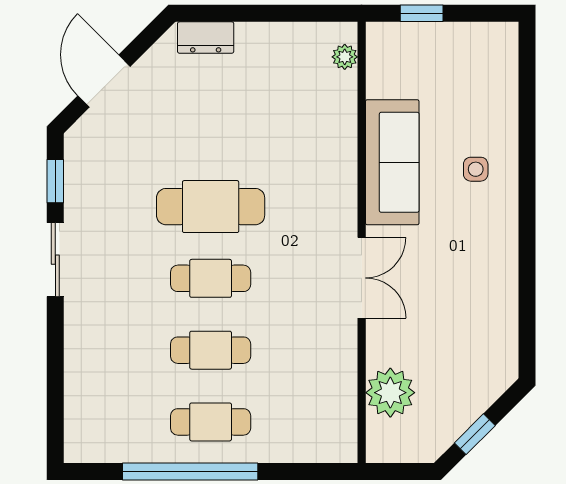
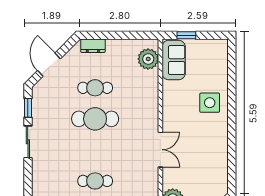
plant: (345, 57) -> (148, 59), width x1.88, depth x1.88
sofa: (392, 162) -> (174, 60), moved, width x0.73
side table: (476, 169) -> (210, 103), width x1.87, depth x1.87
cafe table: (211, 278) -> (95, 88), moved

